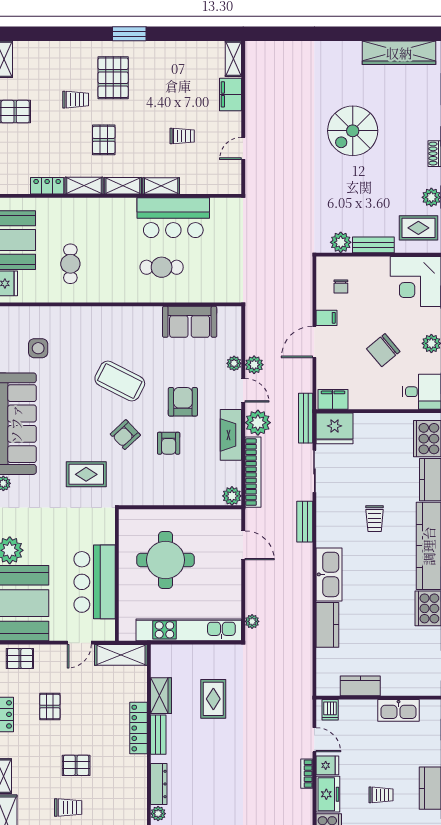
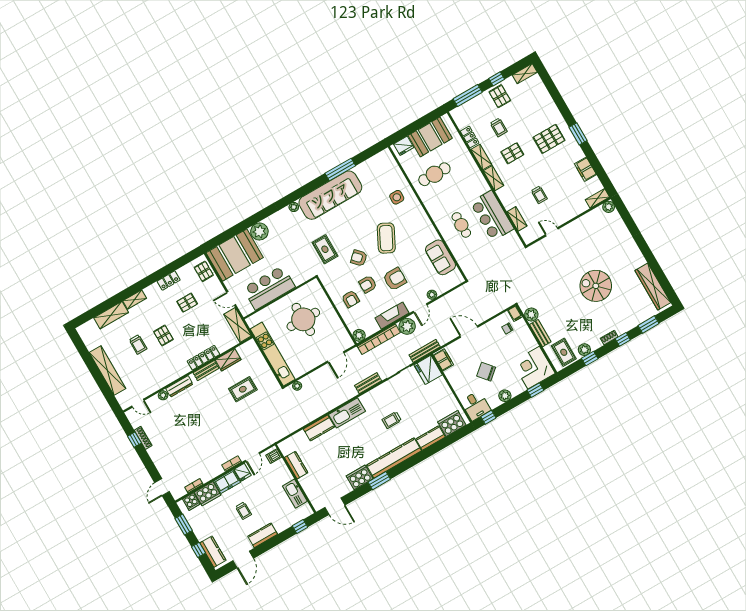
filing cabinet: (231, 94) -> (585, 169), moved, turned -90
trolley: (76, 100) -> (499, 127), moved
shelving: (161, 186) -> (517, 219), moved
cafe table: (70, 264) -> (434, 174), width x1.37, depth x1.35
filing cabinet: (326, 318) -> (515, 314), moved
side table: (38, 348) -> (397, 197), moved
plant: (254, 365) -> (609, 207), moved
armchair: (175, 479) -> (351, 299), added

